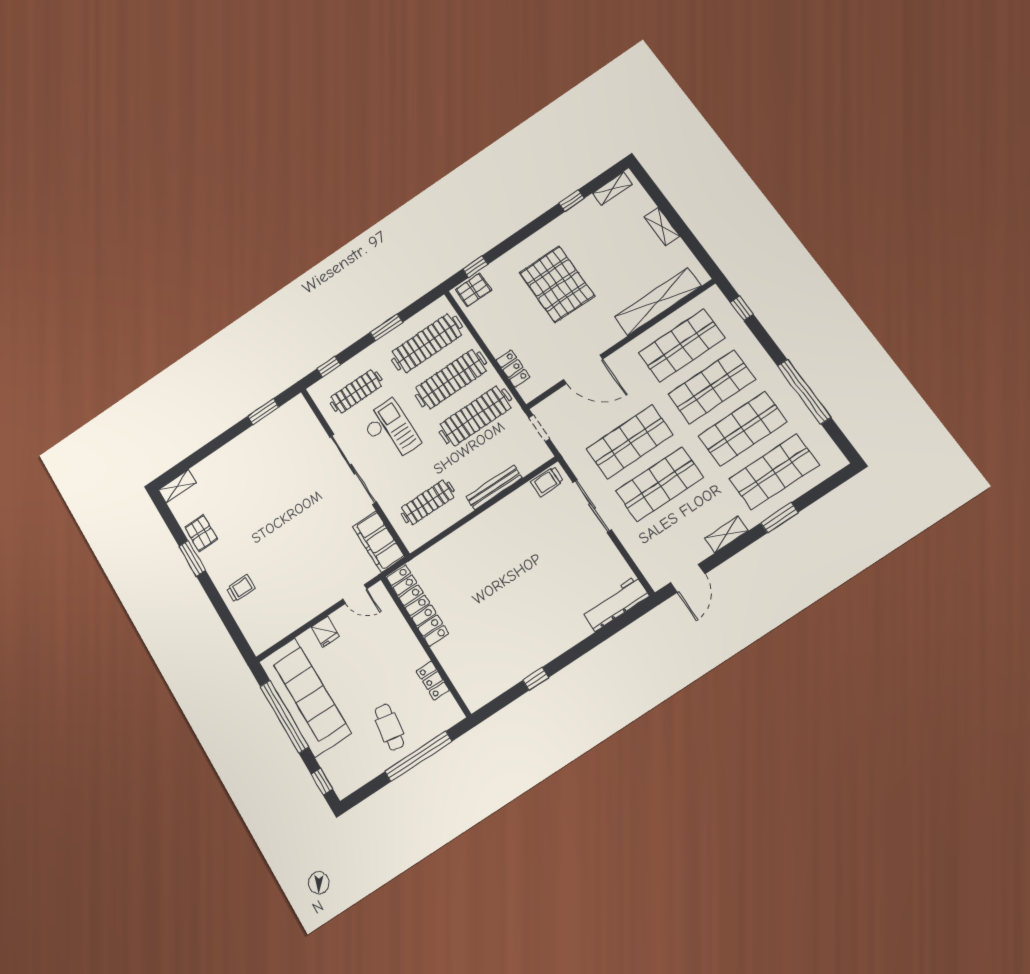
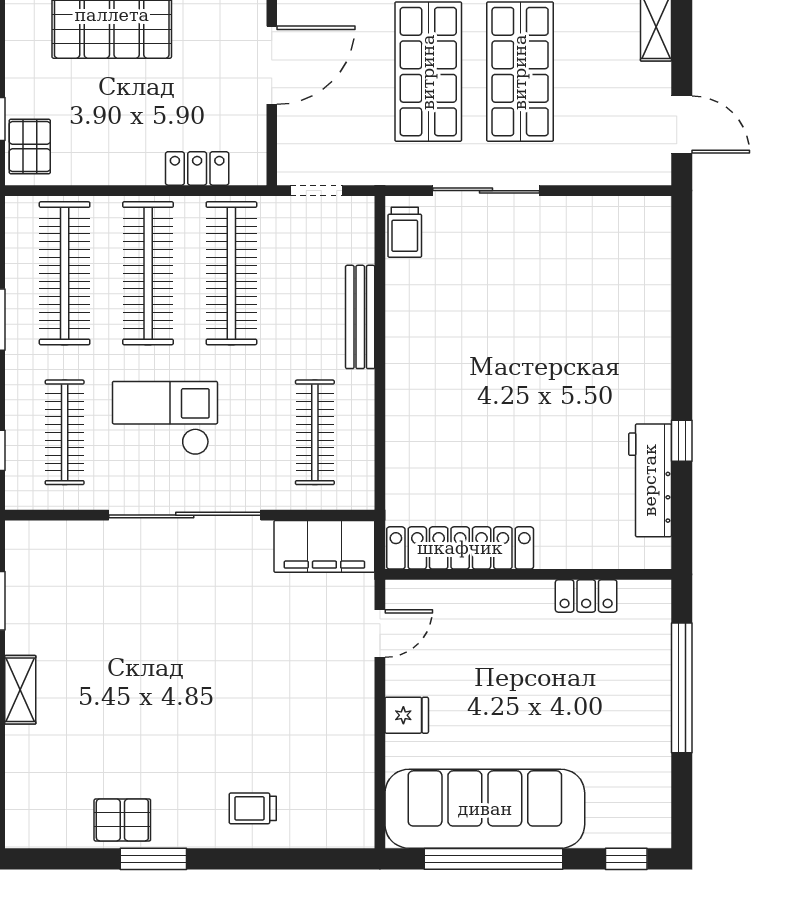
shelving: (177, 486) -> (20, 690), moved
trolley: (241, 588) -> (253, 808), turned -90
workbench: (616, 604) -> (650, 480), moved
cafe table: (389, 727) -> (612, 705), removed

